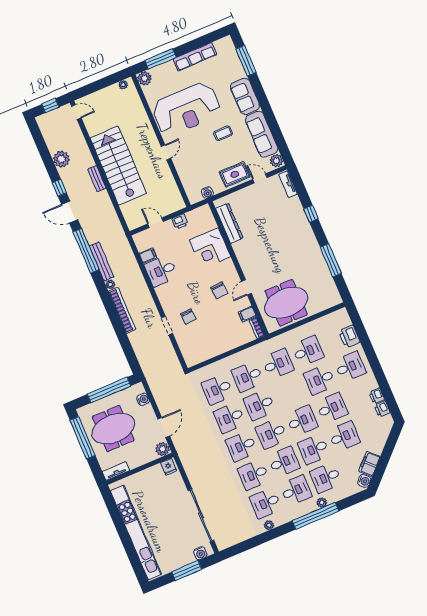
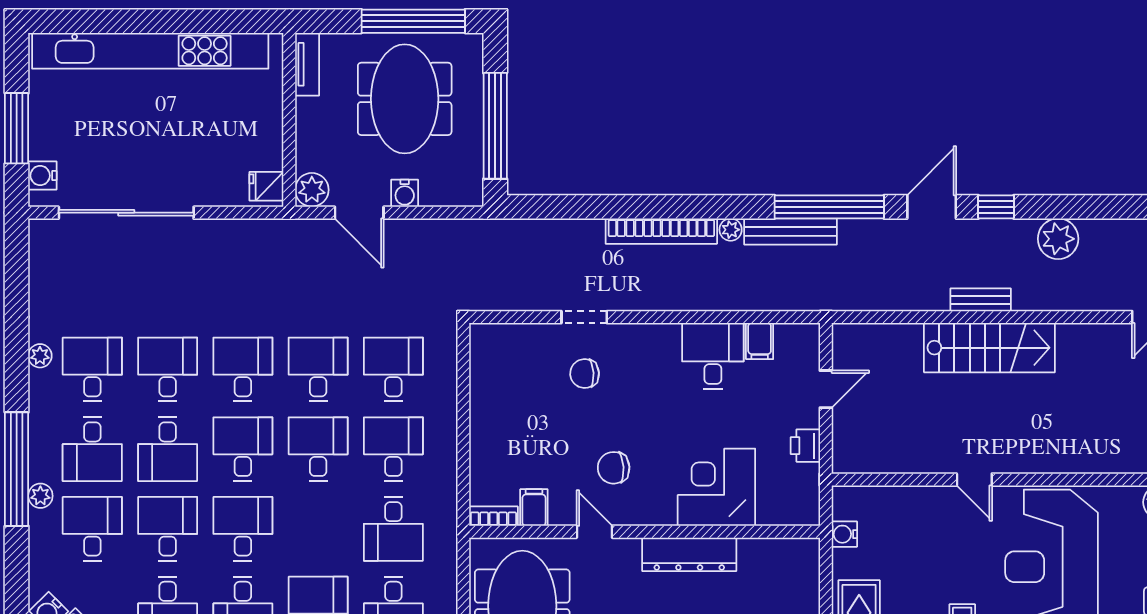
stairs: (118, 166) -> (989, 348), width x0.73, depth x0.66
dresser: (229, 223) -> (689, 554), moved
water cooler: (143, 399) -> (405, 193), moved
desk: (302, 421) -> (243, 529), turned 180

